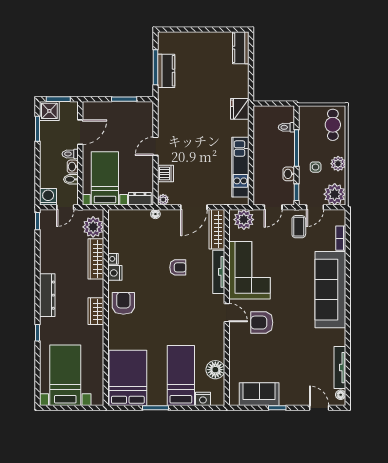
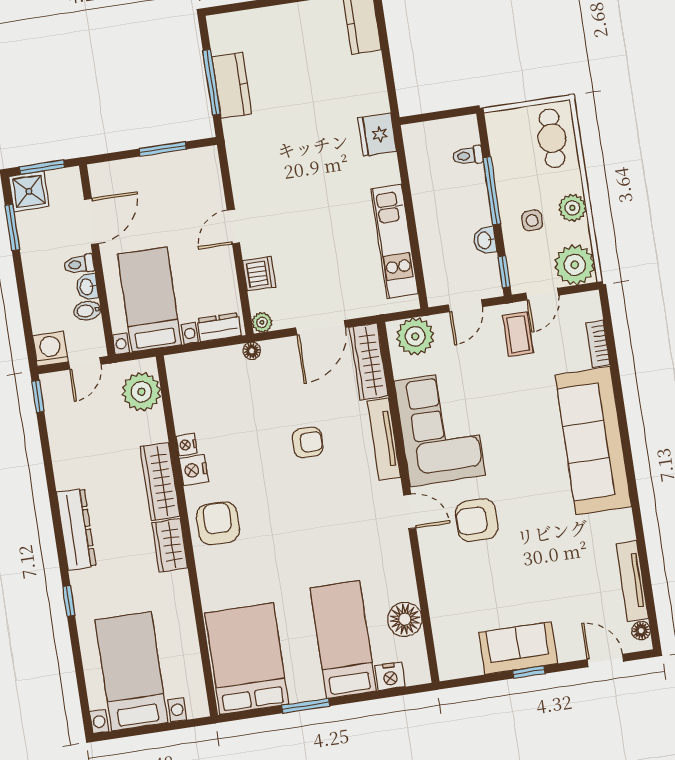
wardrobe: (96, 259) -> (160, 481), moved
sofa: (259, 394) -> (518, 648), moved

